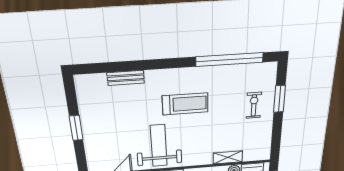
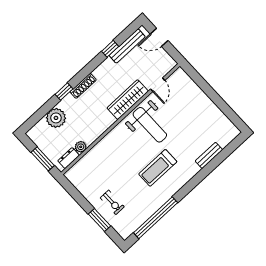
window: (76, 128) -> (214, 96), removed
shelving: (228, 157) -> (95, 153), removed

